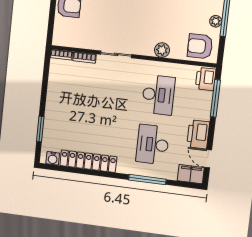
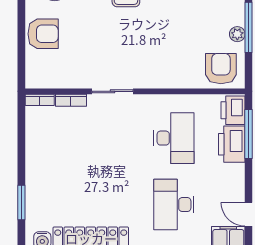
armchair: (200, 46) -> (221, 69), turned 90
plant: (162, 50) -> (172, 79), removed
printer: (198, 134) -> (232, 144), moved

